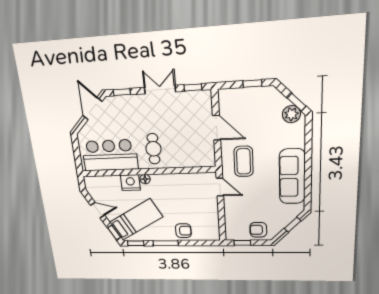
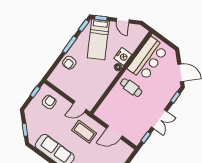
door: (98, 210) -> (123, 21), hinge flipped
armchair: (258, 230) -> (49, 102), moved

